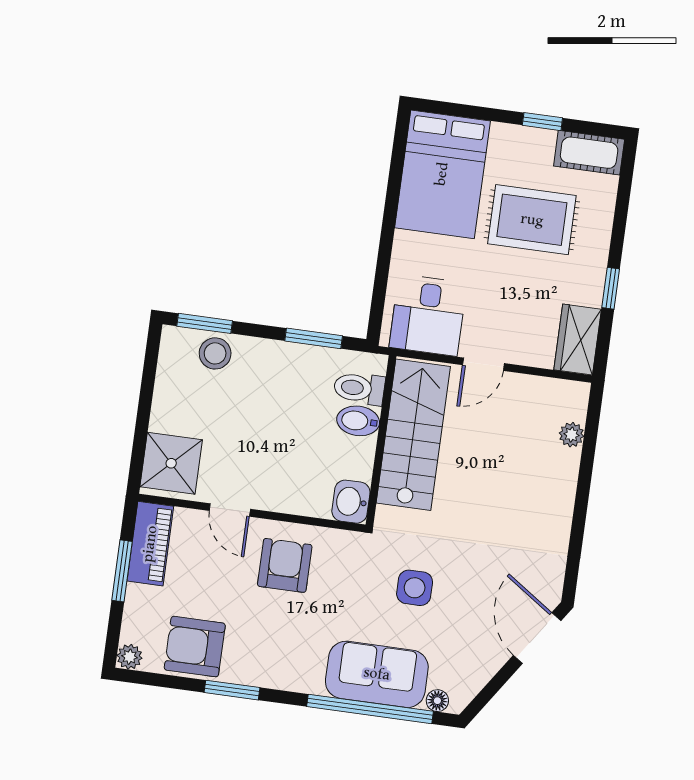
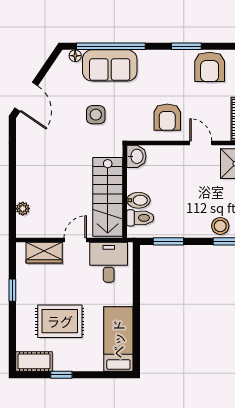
bed: (442, 174) -> (118, 339), width x0.67
wardrobe: (578, 340) -> (44, 253), moved, turned 90
armchair: (195, 647) -> (210, 67), turned 90

